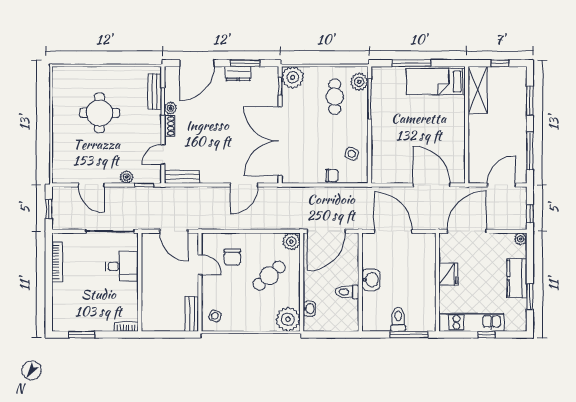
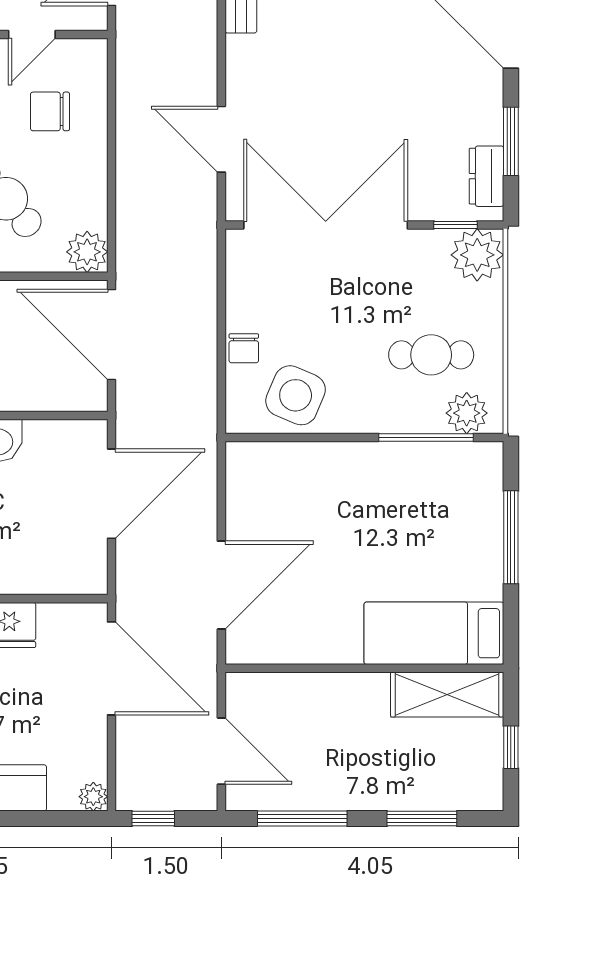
dresser: (238, 73) -> (486, 176), moved
bed: (436, 82) -> (434, 633), moved, turned -90
side table: (352, 154) -> (296, 395), width x1.87, depth x1.87

